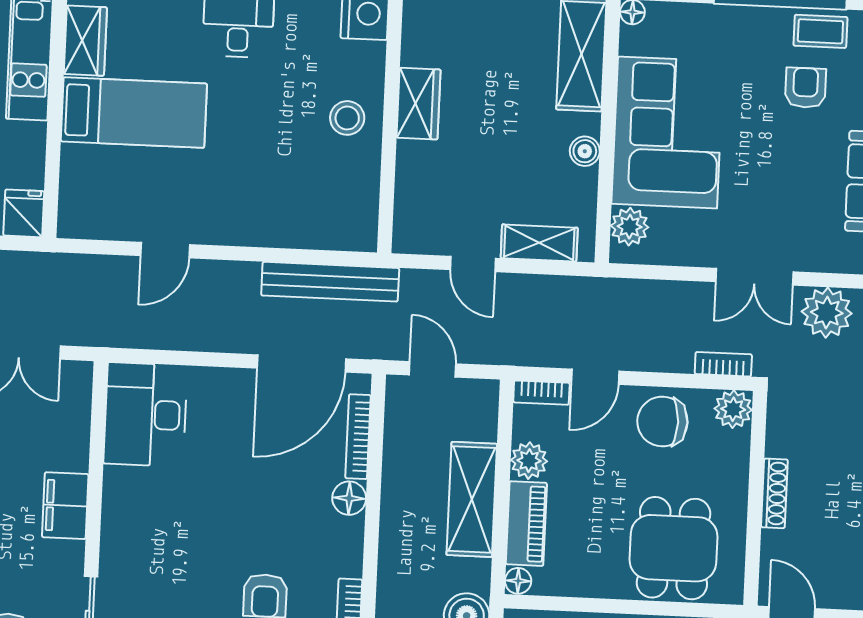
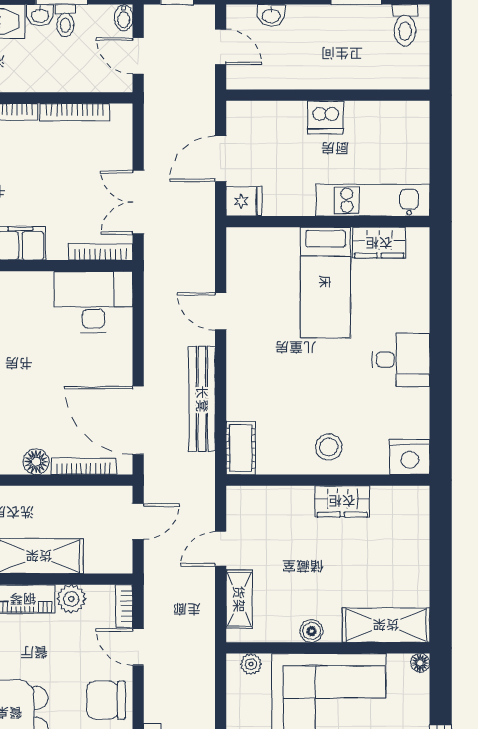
plant: (630, 227) -> (251, 664), width x0.73, depth x0.73
cot: (343, 232) -> (241, 448), added
bench: (330, 282) -> (202, 399), moved
bookcase: (81, 402) -> (100, 252), added
chair: (662, 421) -> (106, 700), turned -90

